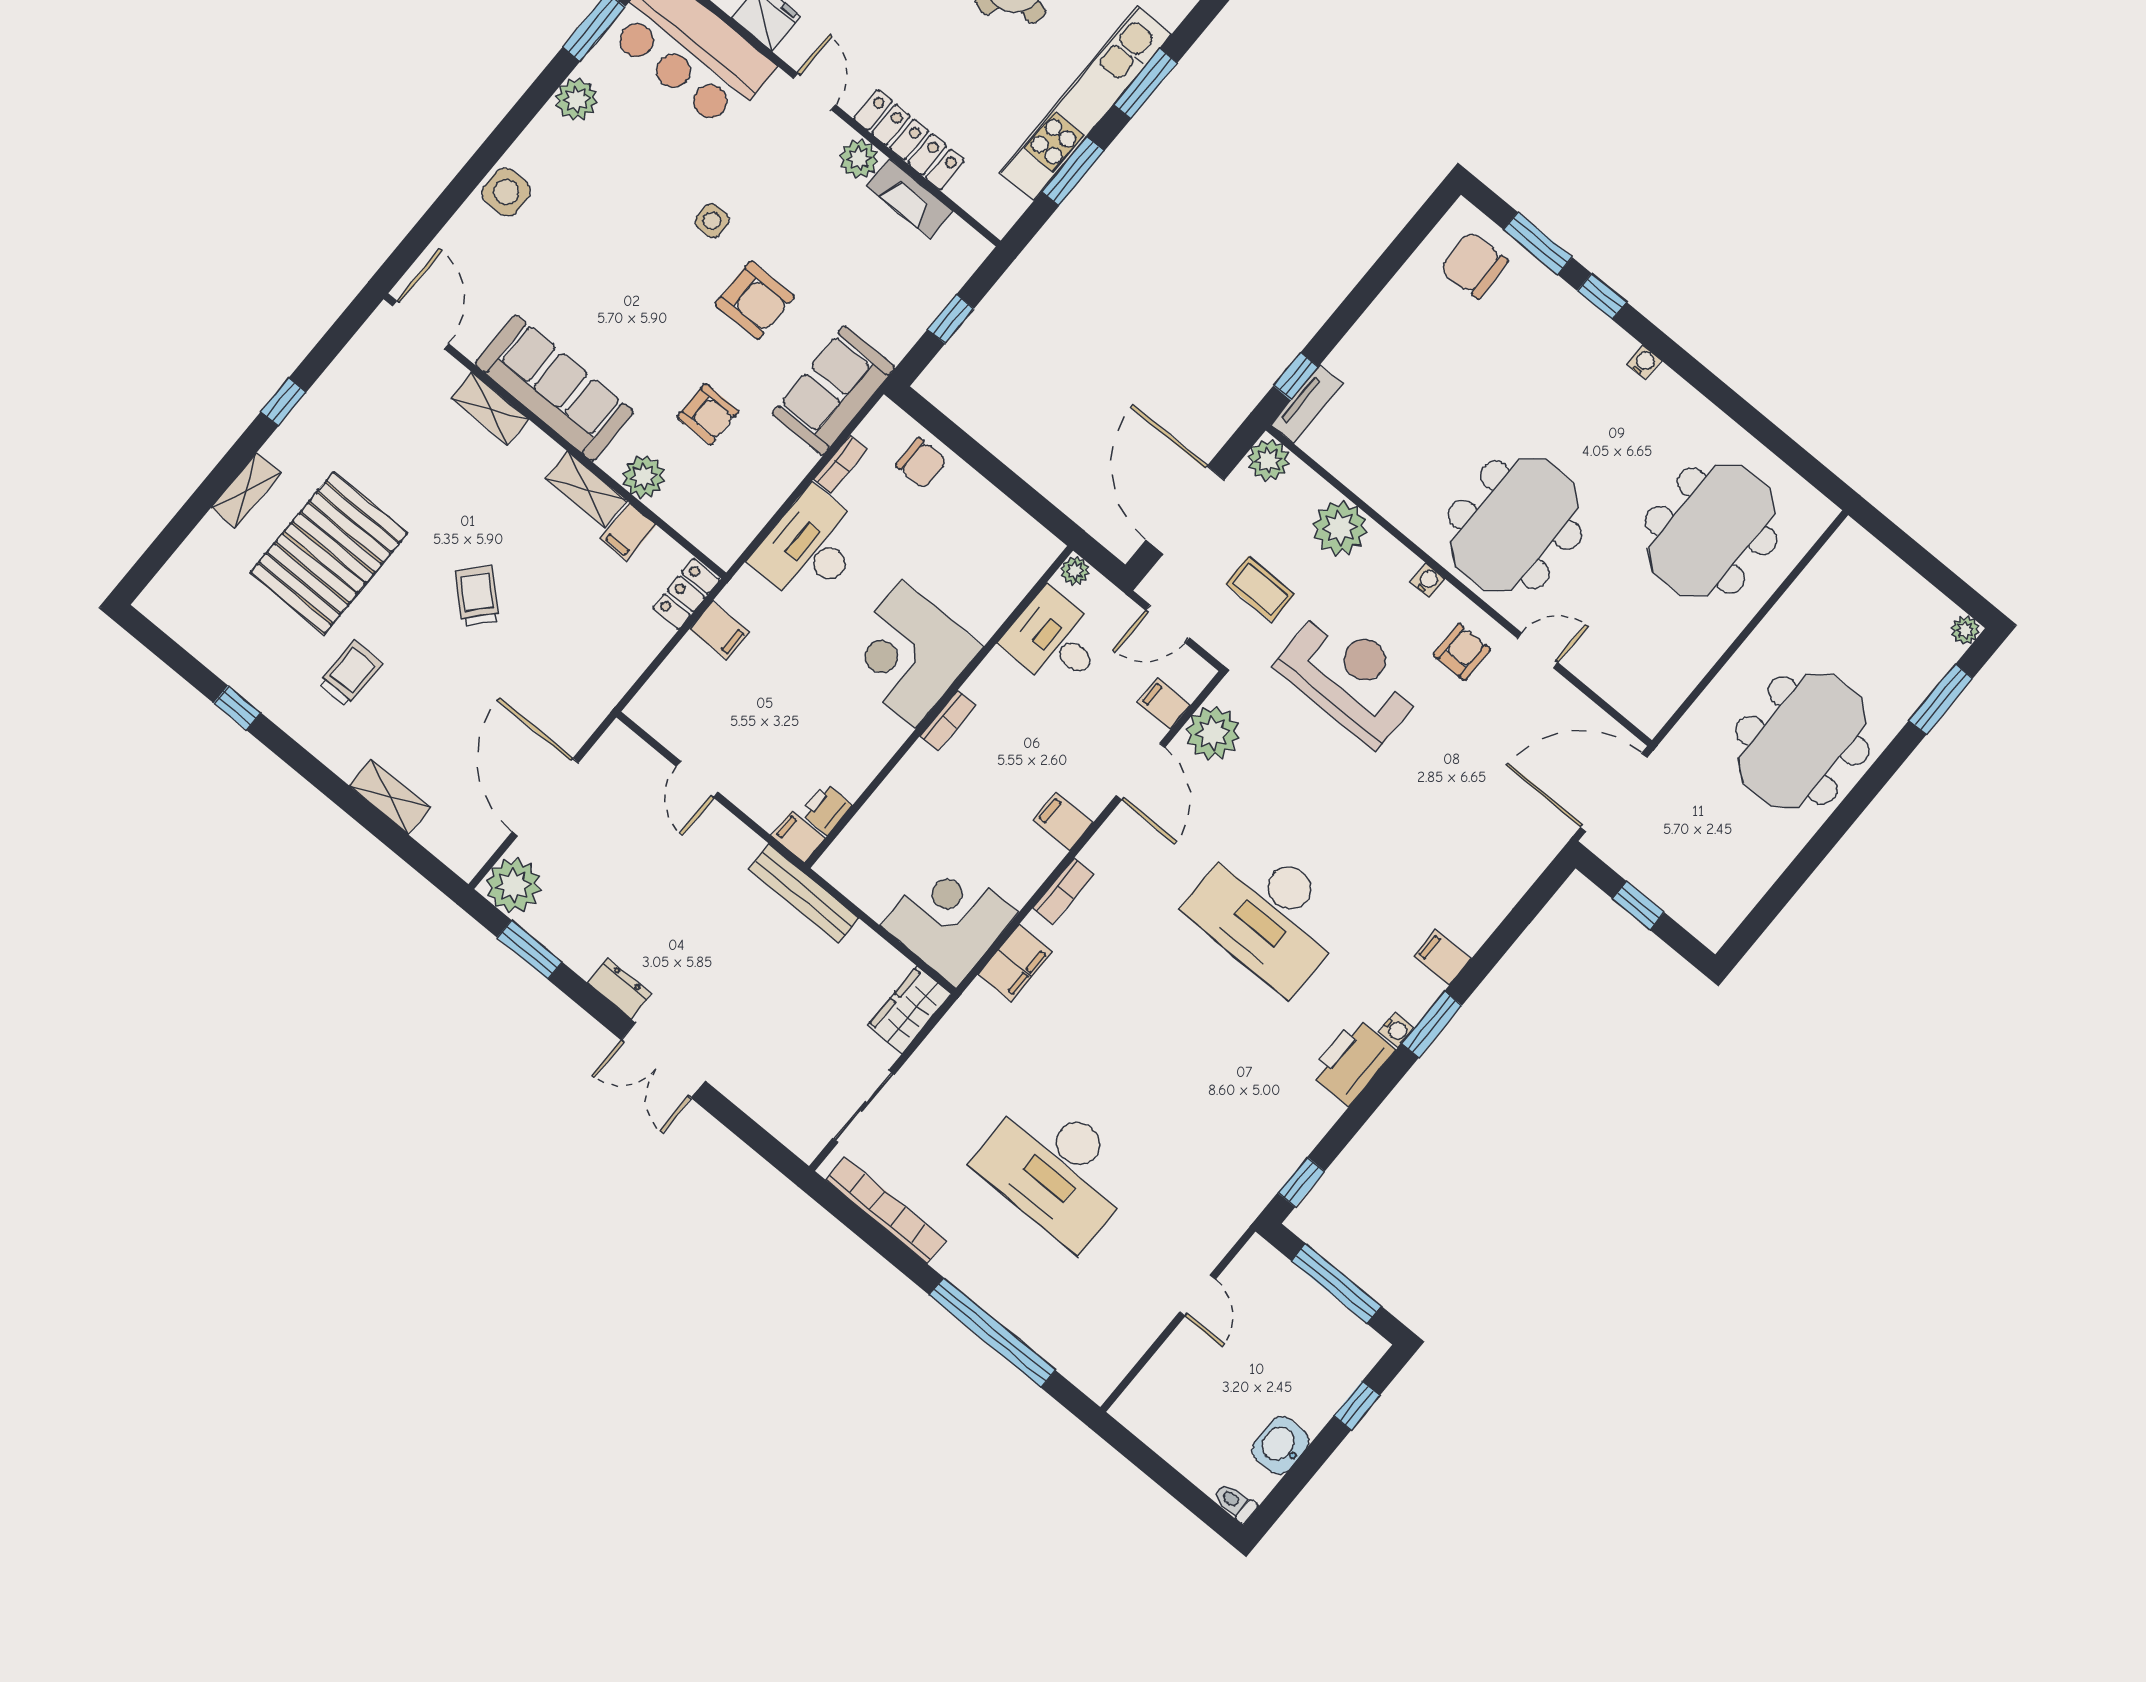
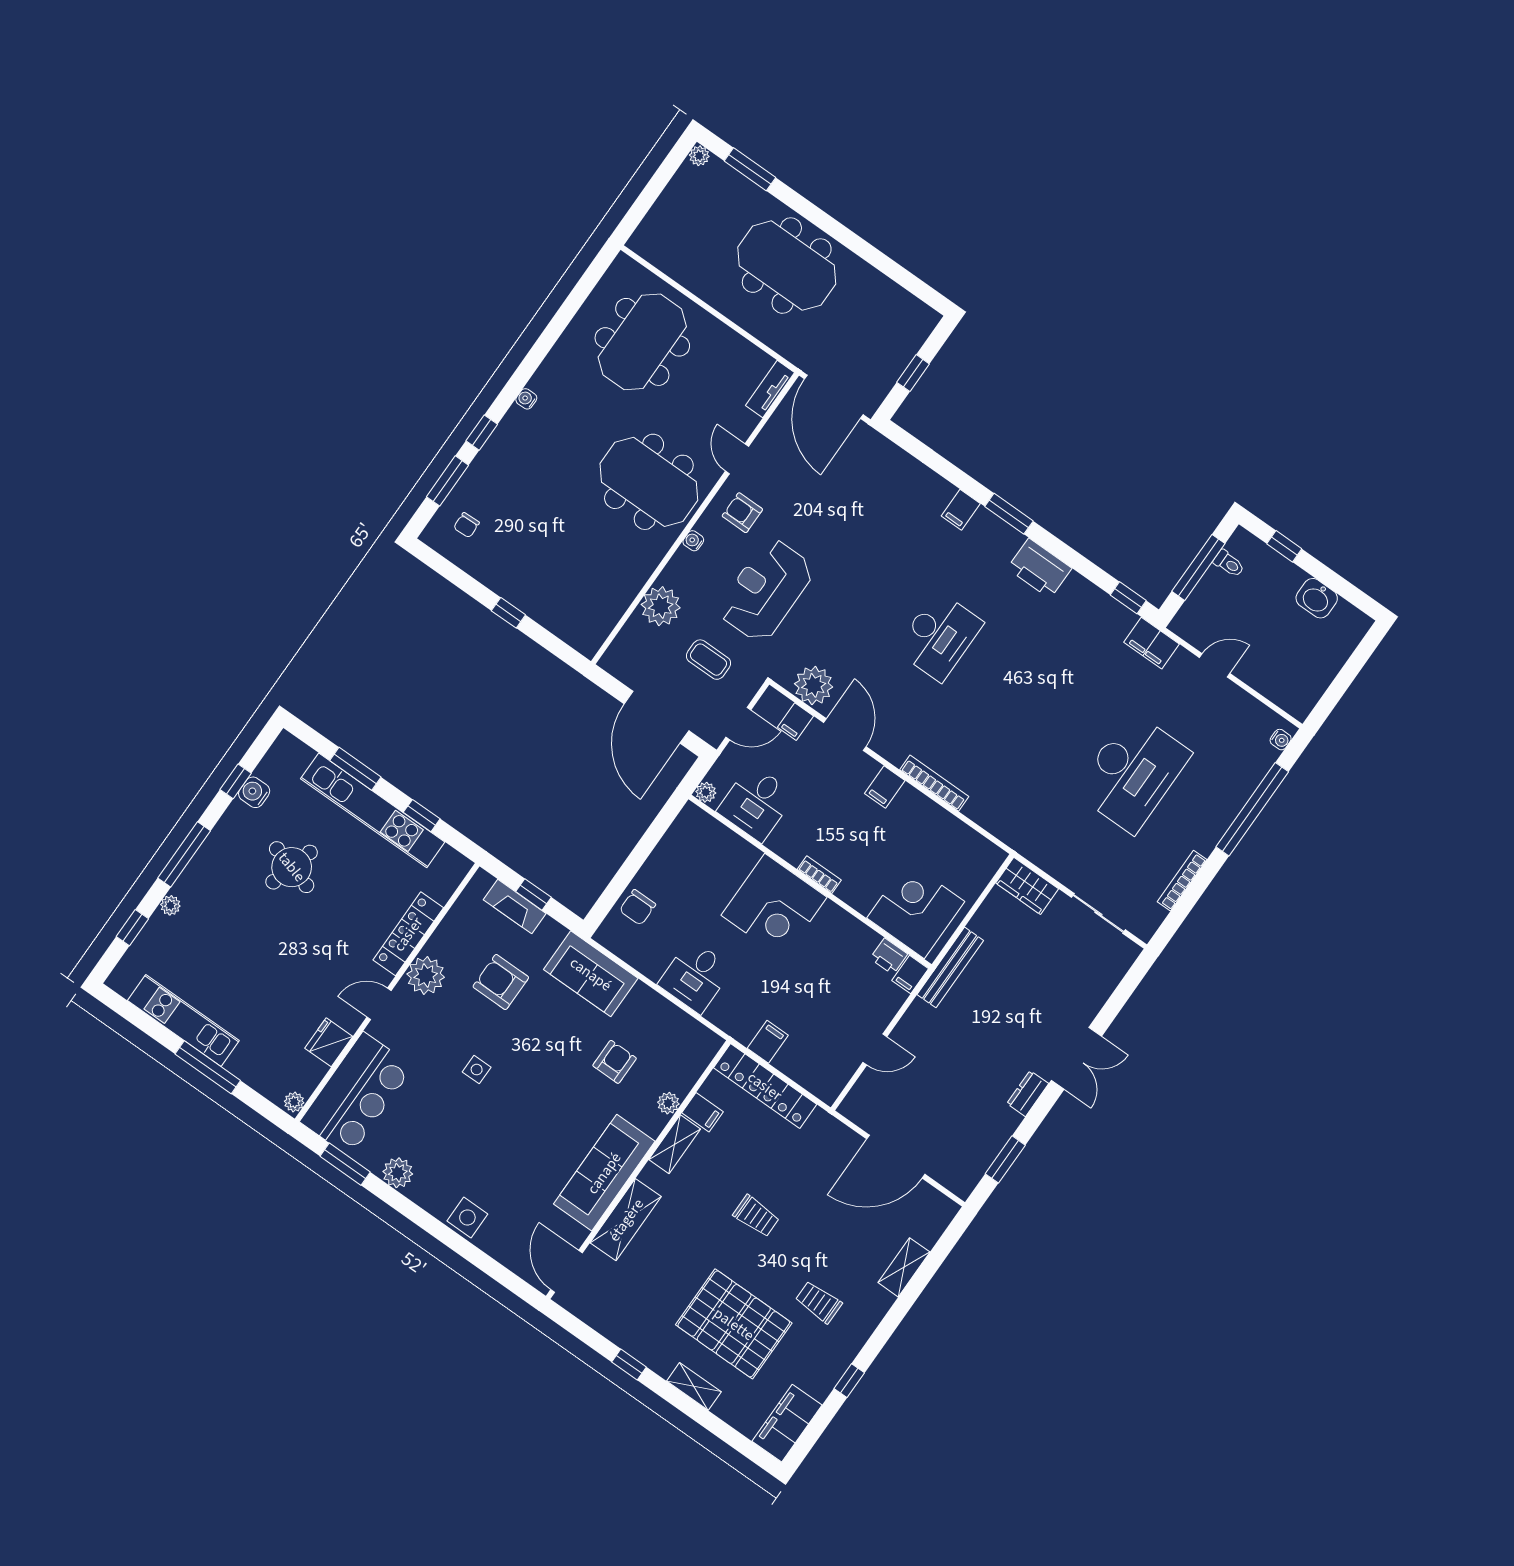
plant: (859, 159) -> (426, 976), width x1.36, depth x1.36
window: (1073, 171) -> (422, 816), width x0.67
fireplace: (910, 198) -> (515, 907), moved, turned 90
chair: (1474, 265) -> (466, 525), width x0.54, depth x0.54
armchair: (755, 300) -> (501, 982), moved, turned -90
door: (420, 325) -> (567, 1271), hinge flipped
window: (1296, 376) -> (508, 613), moved
tv unit: (1307, 404) -> (770, 389), moved, turned -90
shelving: (490, 409) -> (626, 1220), width x1.50, depth x1.33
plant: (1268, 460) -> (616, 661), removed
chair: (921, 463) -> (638, 907), turned 180
bookcase: (840, 464) -> (643, 965), removed
plant: (644, 477) -> (668, 1103), width x0.73, depth x0.73
door: (1185, 510) -> (656, 717), hinge flipped
meeting table: (1711, 531) -> (642, 342), turned 90
desk: (810, 547) -> (695, 976), width x0.73
coffee table: (1260, 589) -> (709, 660), turned 90
locker: (686, 594) -> (765, 1086), width x2.16, depth x1.21
trolley: (477, 596) -> (756, 1216), turned -132
filing cabinet: (185, 617) -> (787, 1423), added
door: (1167, 624) -> (738, 724), hinge flipped
door: (1141, 771) -> (845, 735), hinge flipped
plant: (513, 885) -> (960, 1174), removed
bookcase: (1063, 891) -> (934, 783), width x1.56
desk: (1268, 914) -> (939, 636), width x0.73, depth x0.77
corner desk: (949, 919) -> (916, 910), moved, turned 90
filing cabinet: (1015, 963) -> (1152, 643), moved, turned 180
water cooler: (1396, 1030) -> (1281, 740), moved, turned 90
bookcase: (886, 1211) -> (1182, 881), width x0.68, depth x0.76
toilet: (1235, 1502) -> (1229, 564), moved, turned -90

